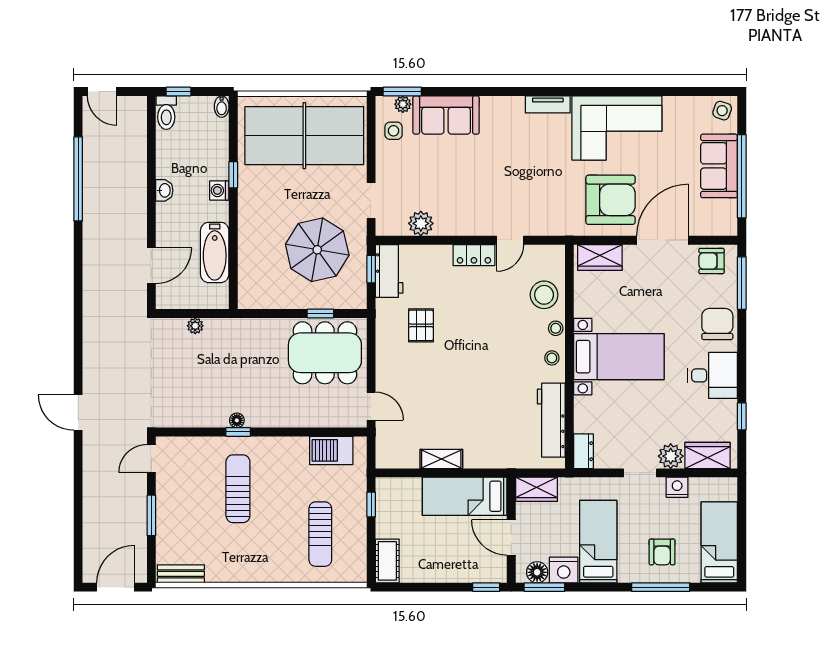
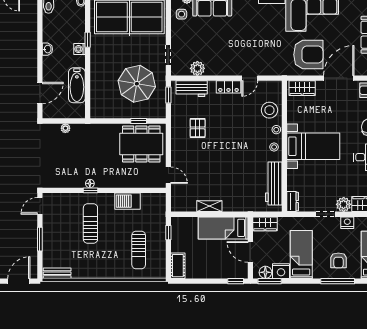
workbench: (389, 271) -> (192, 89), moved, turned 90
barbecue: (331, 450) -> (128, 201), moved

